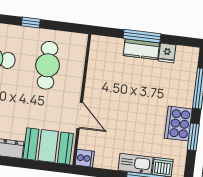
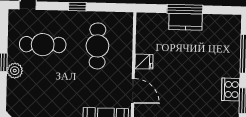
fridge: (167, 53) -> (144, 62), moved, turned -90
cooker: (178, 124) -> (231, 89), width x0.73, depth x0.76

